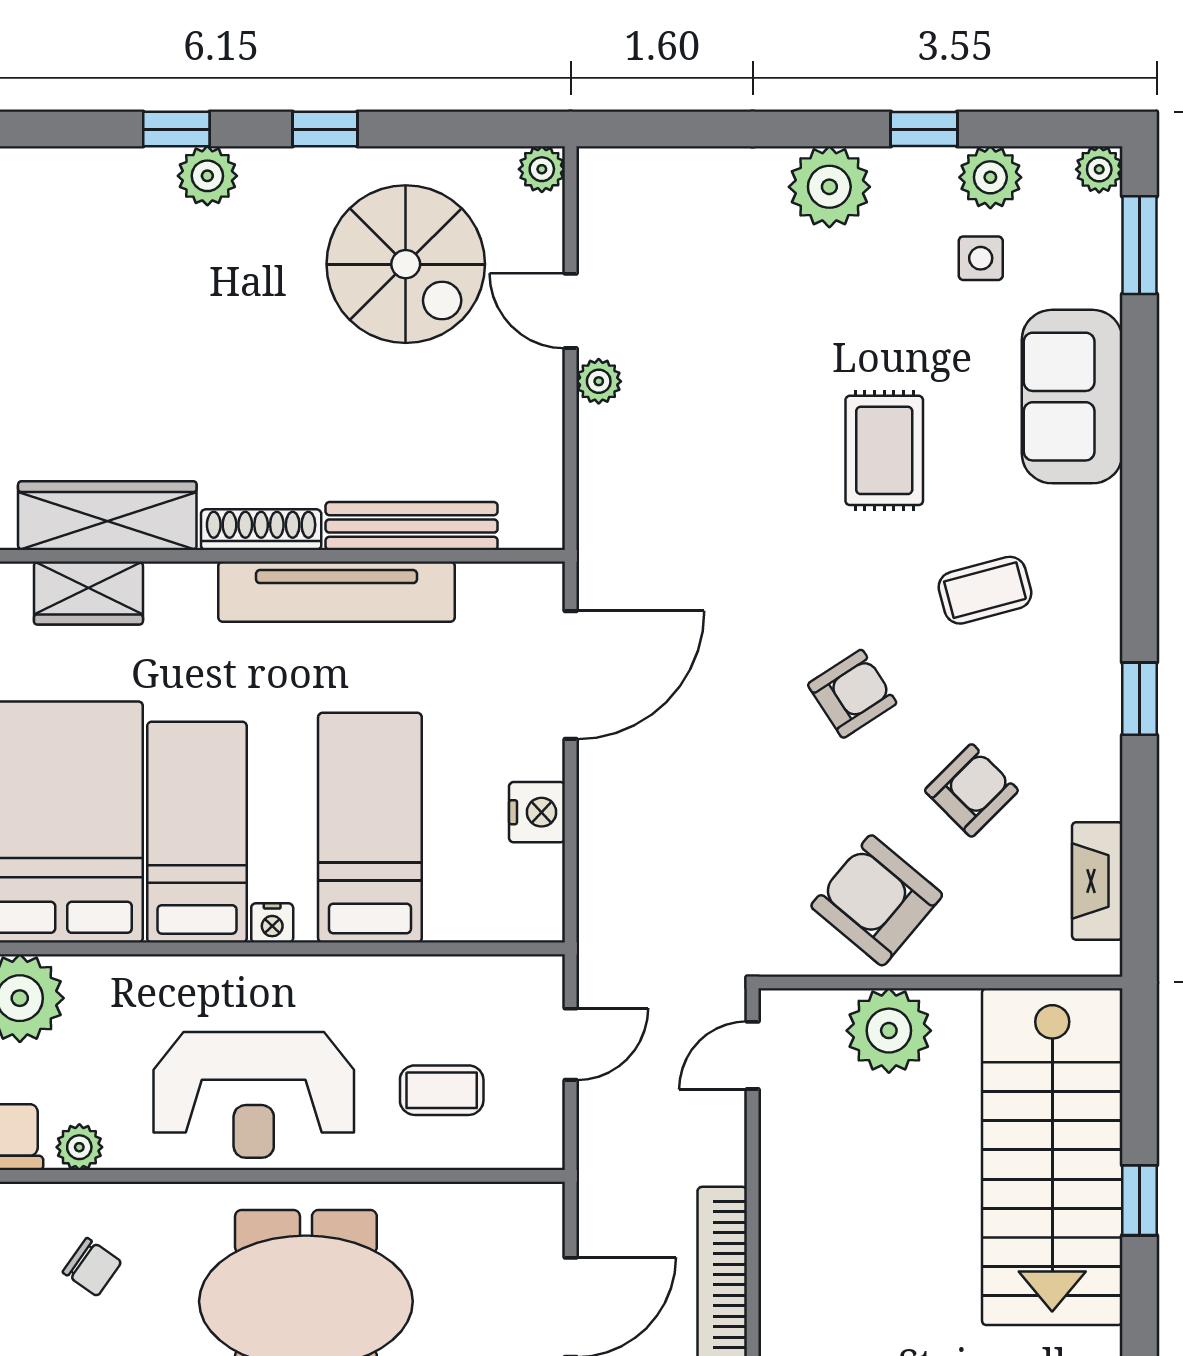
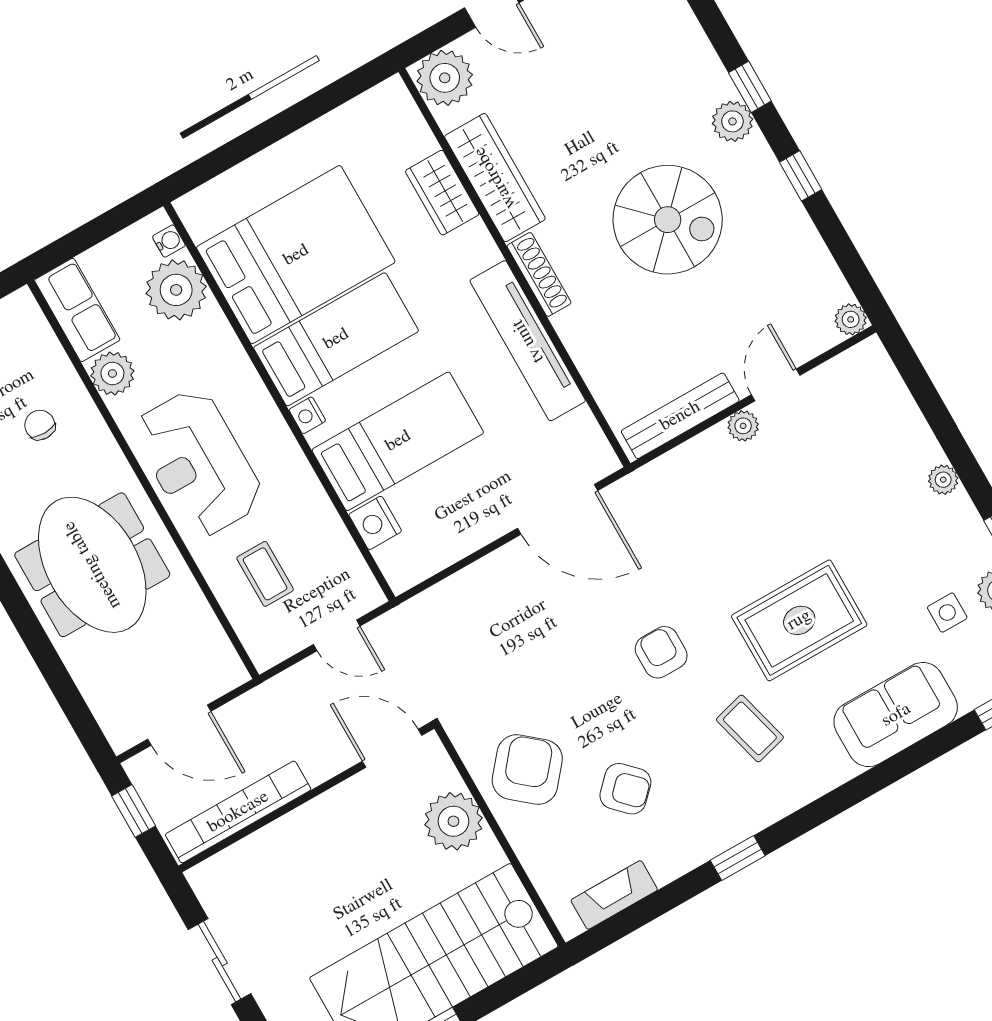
plant: (829, 187) -> (943, 480), width x0.53, depth x0.53
spiral stairs: (406, 264) -> (668, 220), moved, turned -90
rug: (884, 450) -> (799, 620), width x1.36, depth x1.43
bench: (412, 526) -> (680, 416), moved, turned 90
armchair: (852, 694) -> (661, 652), moved, turned -147
nightstand: (537, 812) -> (375, 523), moved, turned 90
door: (753, 1055) -> (392, 748), width x1.38
plant: (79, 1147) -> (112, 373), width x1.38, depth x1.38
chair: (92, 1267) -> (40, 425), turned 145

